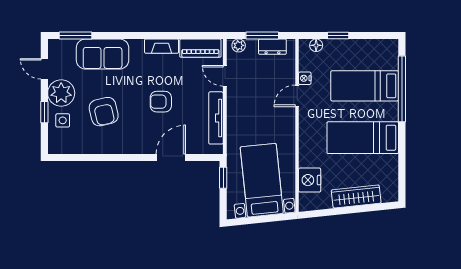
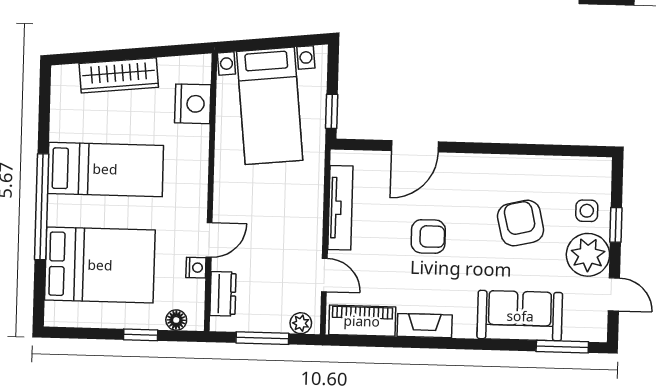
dresser: (272, 47) -> (223, 294), moved, turned 90
bed: (365, 86) -> (100, 265), width x1.50
window: (402, 89) -> (42, 207), moved

